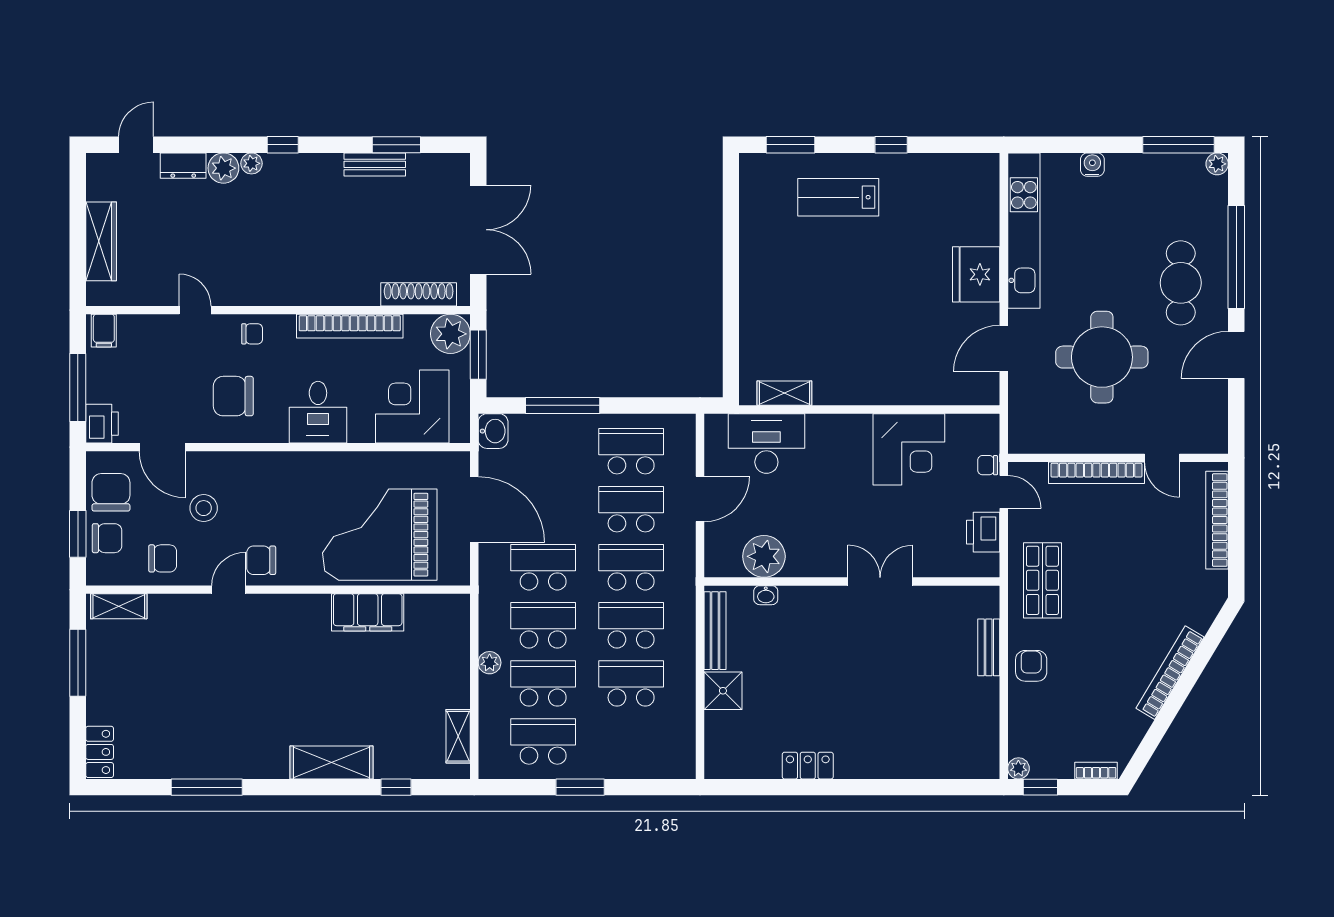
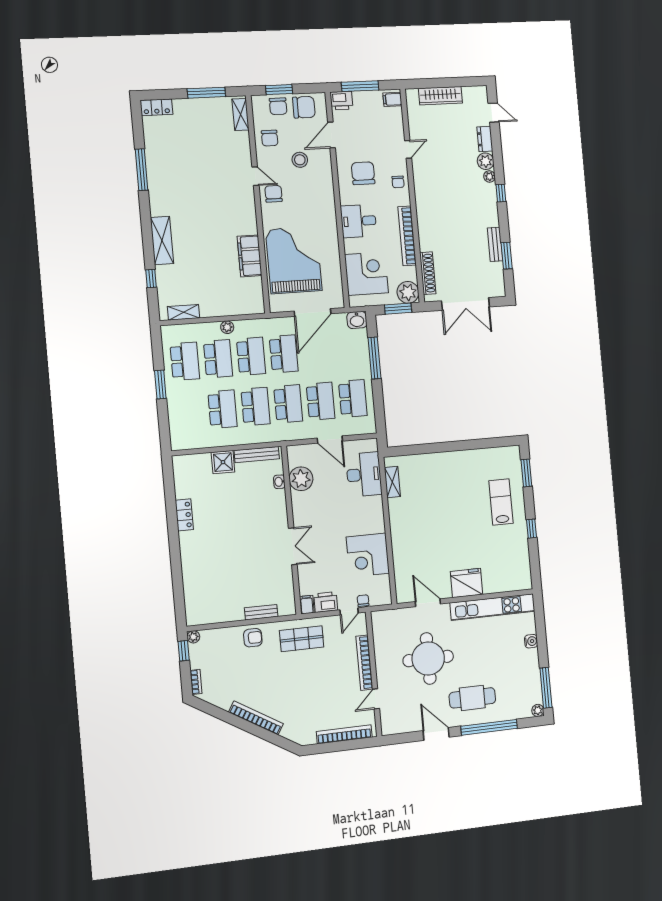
filing cabinet: (984, 566) -> (307, 605), added

